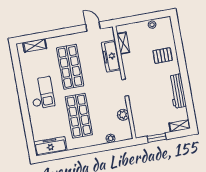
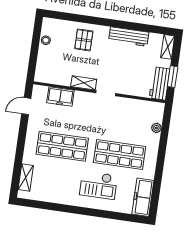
shelving: (123, 43) -> (84, 83), moved
freezer: (111, 56) -> (60, 96), width x0.71
checkout: (42, 93) -> (98, 185), moved, turned 180
plant: (123, 115) -> (135, 105), removed
workbench: (148, 129) -> (160, 83), added

